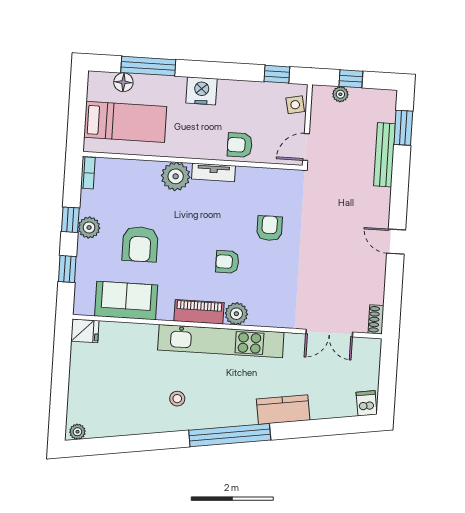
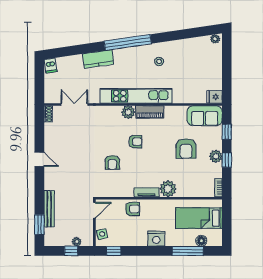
armchair: (140, 244) -> (186, 149), turned 180
sofa: (126, 301) -> (205, 116), moved

